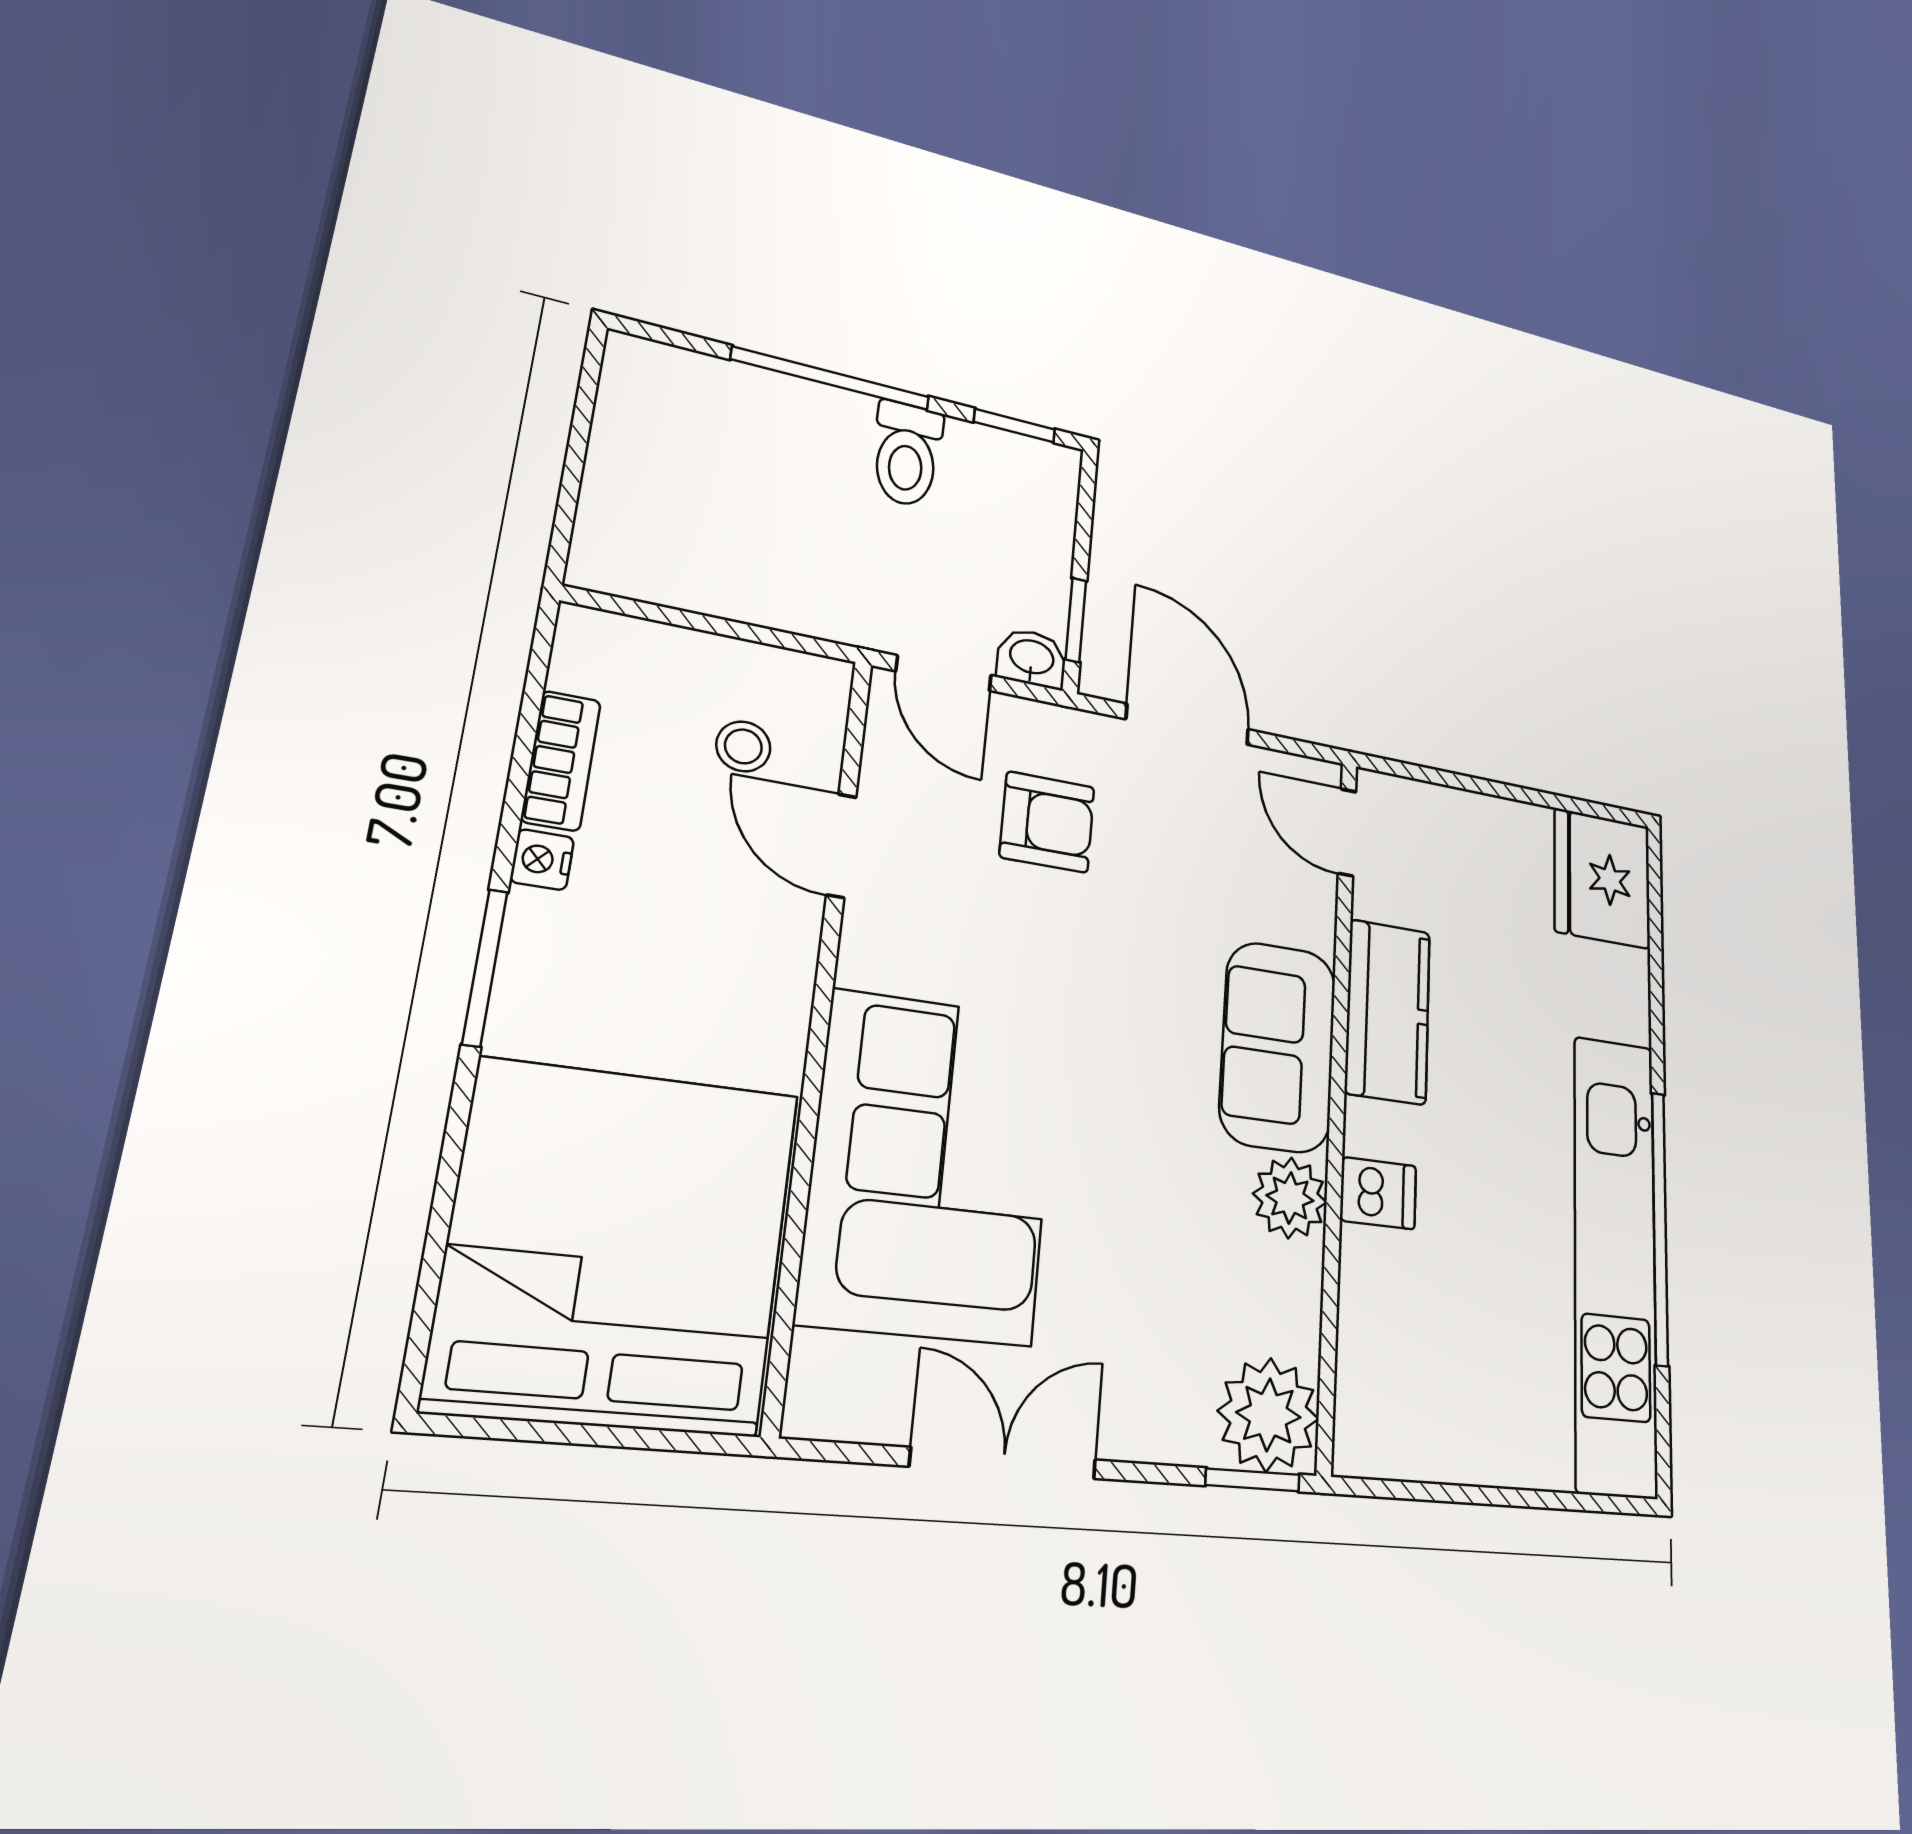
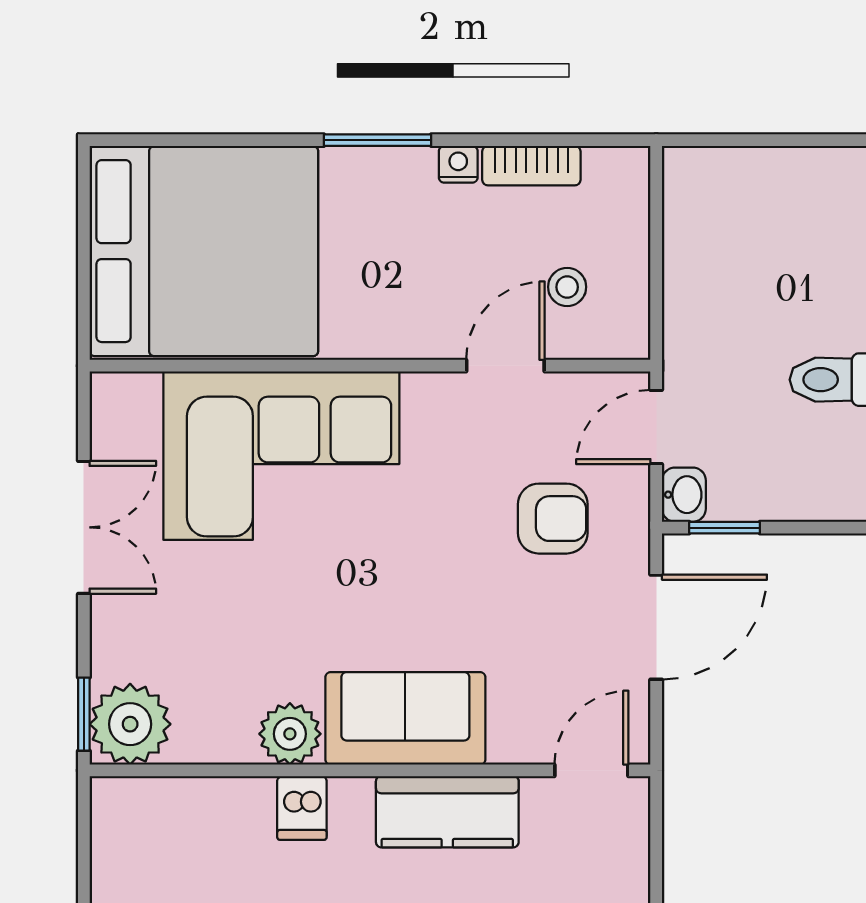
armchair: (1047, 822) -> (553, 519), turned -90

